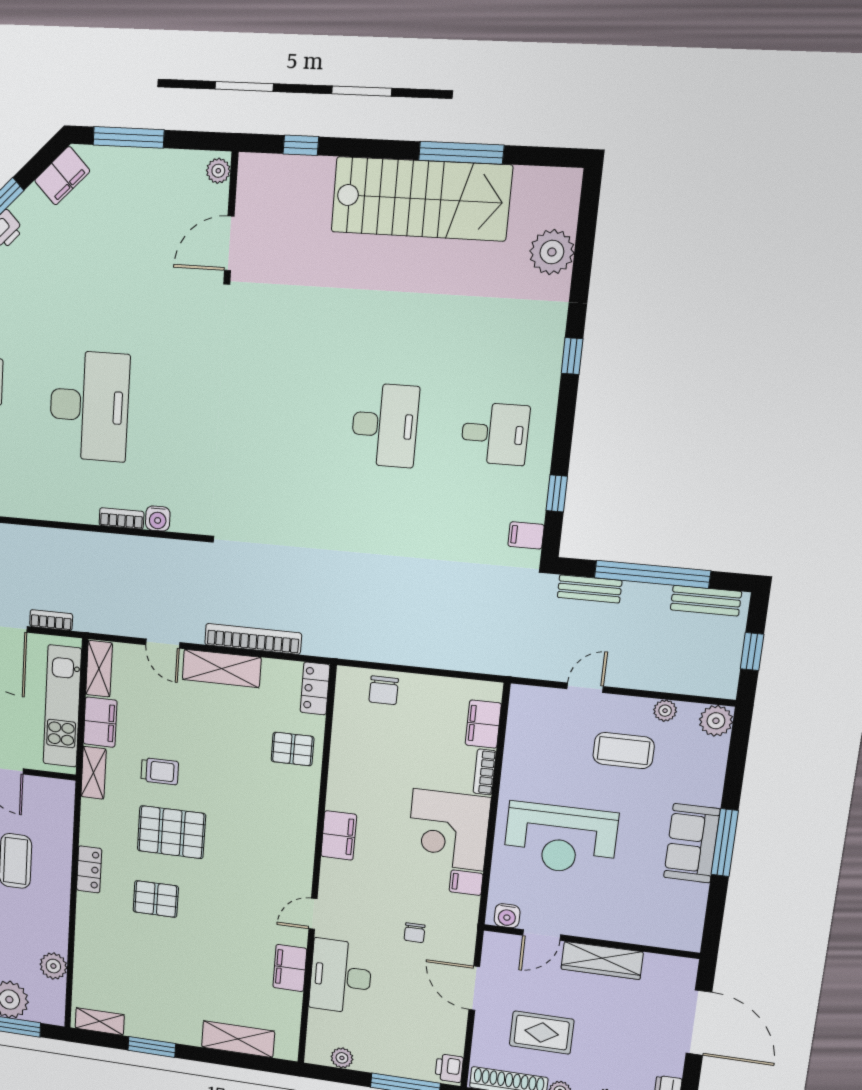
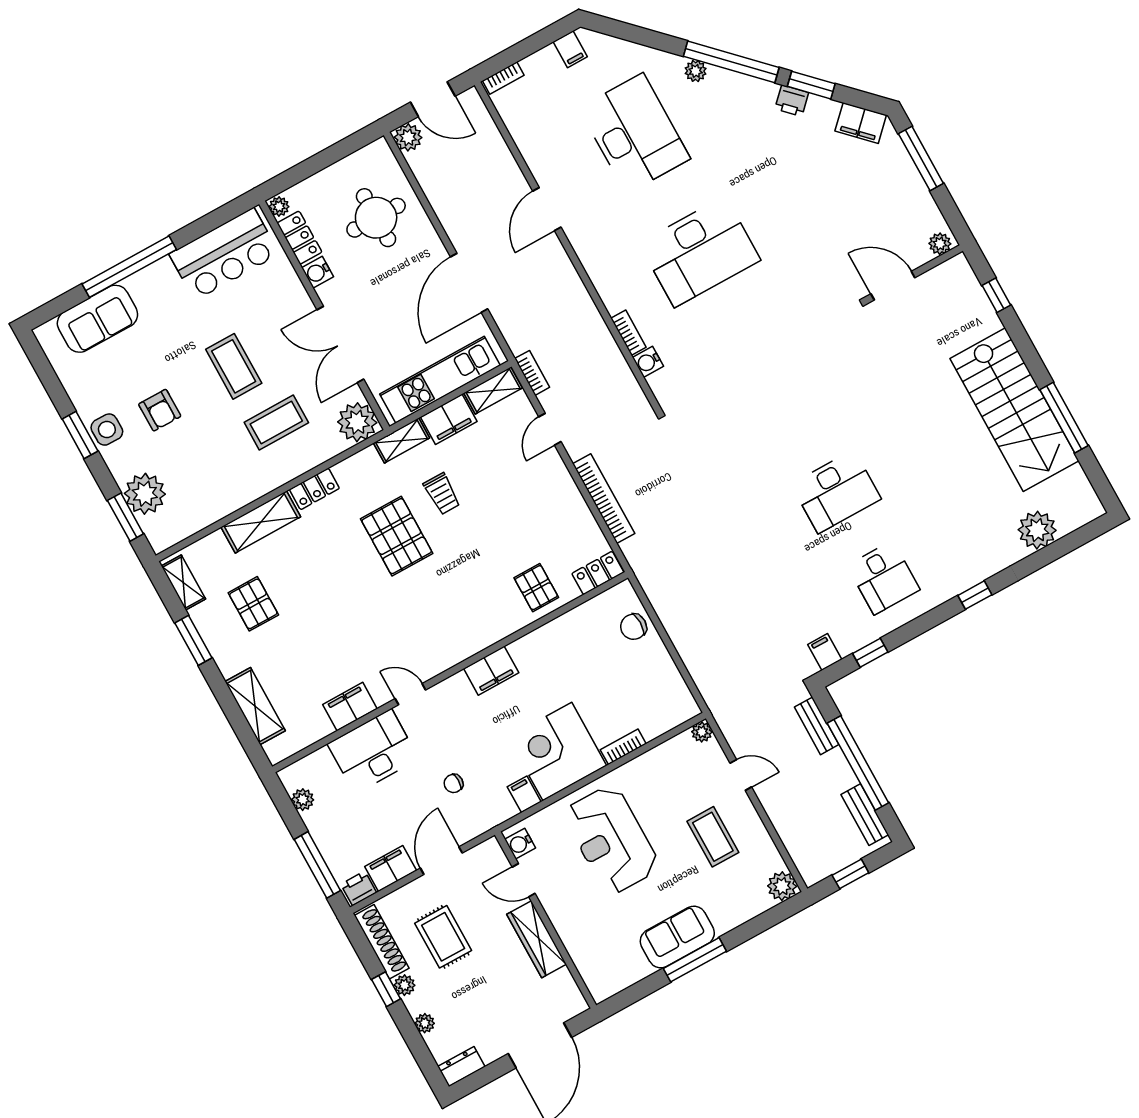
bookcase: (51, 620) -> (532, 373), moved
shelving: (222, 668) -> (261, 522), moved, turned 90
plant: (665, 711) -> (702, 732), moved
filing cabinet: (483, 724) -> (391, 869), moved
pallet: (156, 899) -> (253, 604), moved
plant: (53, 966) -> (357, 422), moved, width x1.36, depth x1.36

